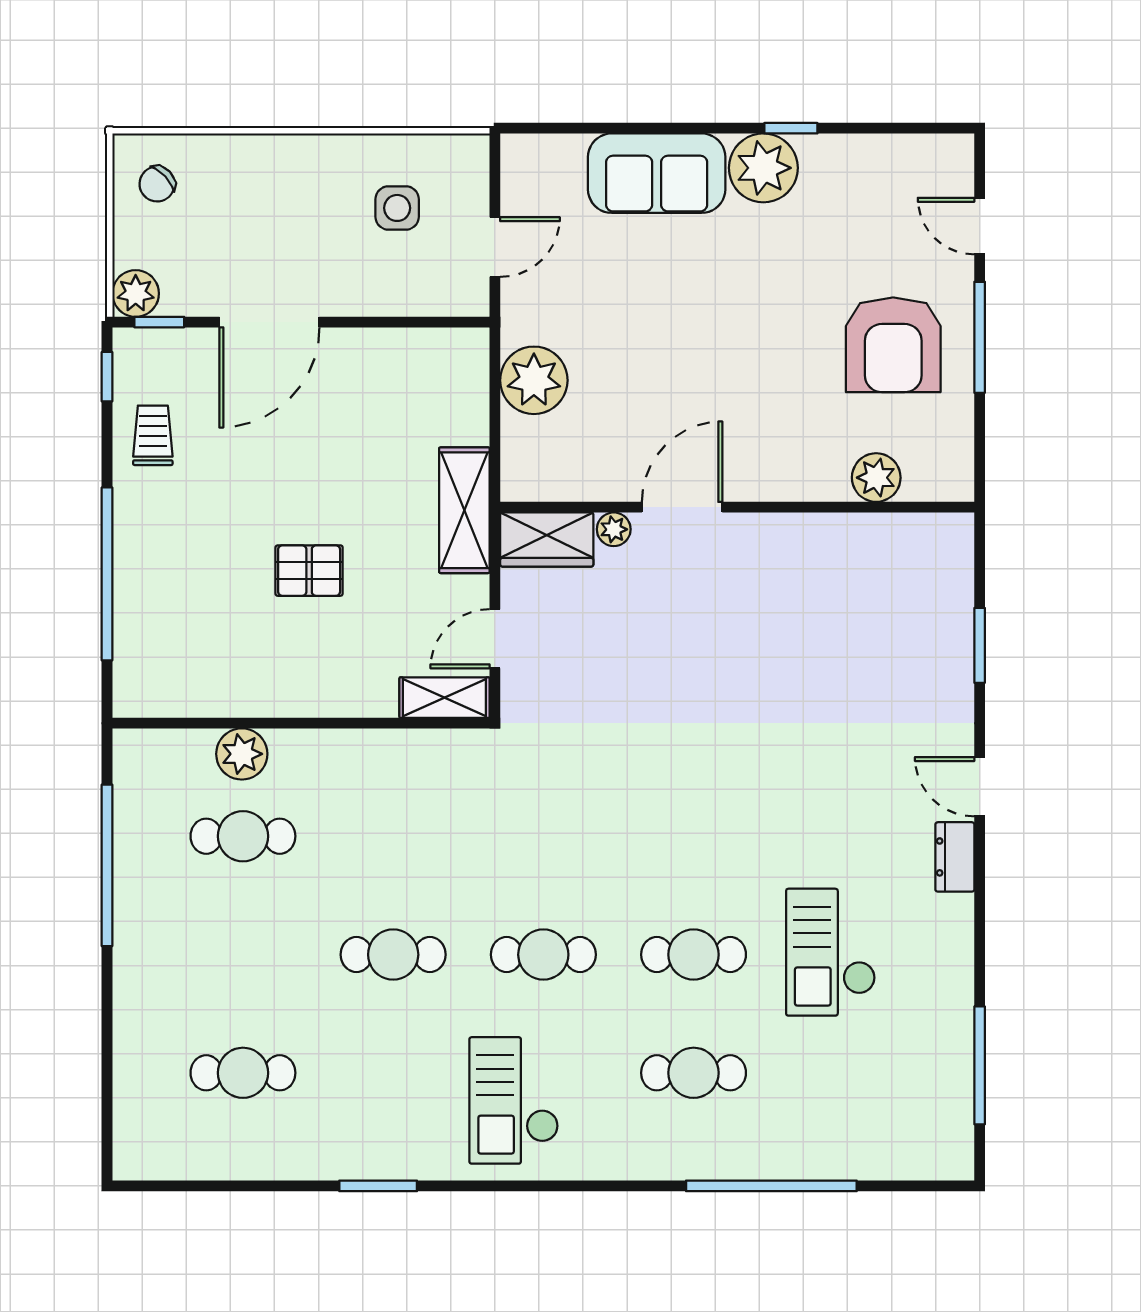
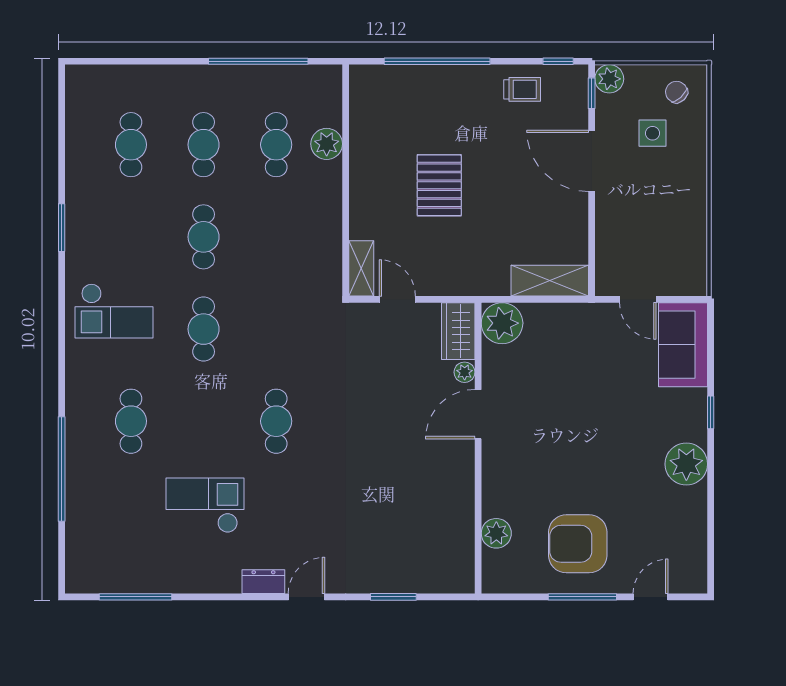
window: (791, 128) -> (711, 412), moved
sofa: (657, 173) -> (683, 345), moved
side table: (397, 208) -> (652, 133), moved
plant: (534, 380) -> (502, 323), moved
door: (682, 507) -> (478, 414), swing flipped
shelving: (464, 510) -> (550, 281), moved
pallet: (309, 571) -> (439, 185), width x1.50, depth x1.42
cafe table: (243, 955) -> (204, 145), added
cafe table: (694, 955) -> (276, 421), moved
checkout: (514, 1100) -> (114, 311), turned 180

